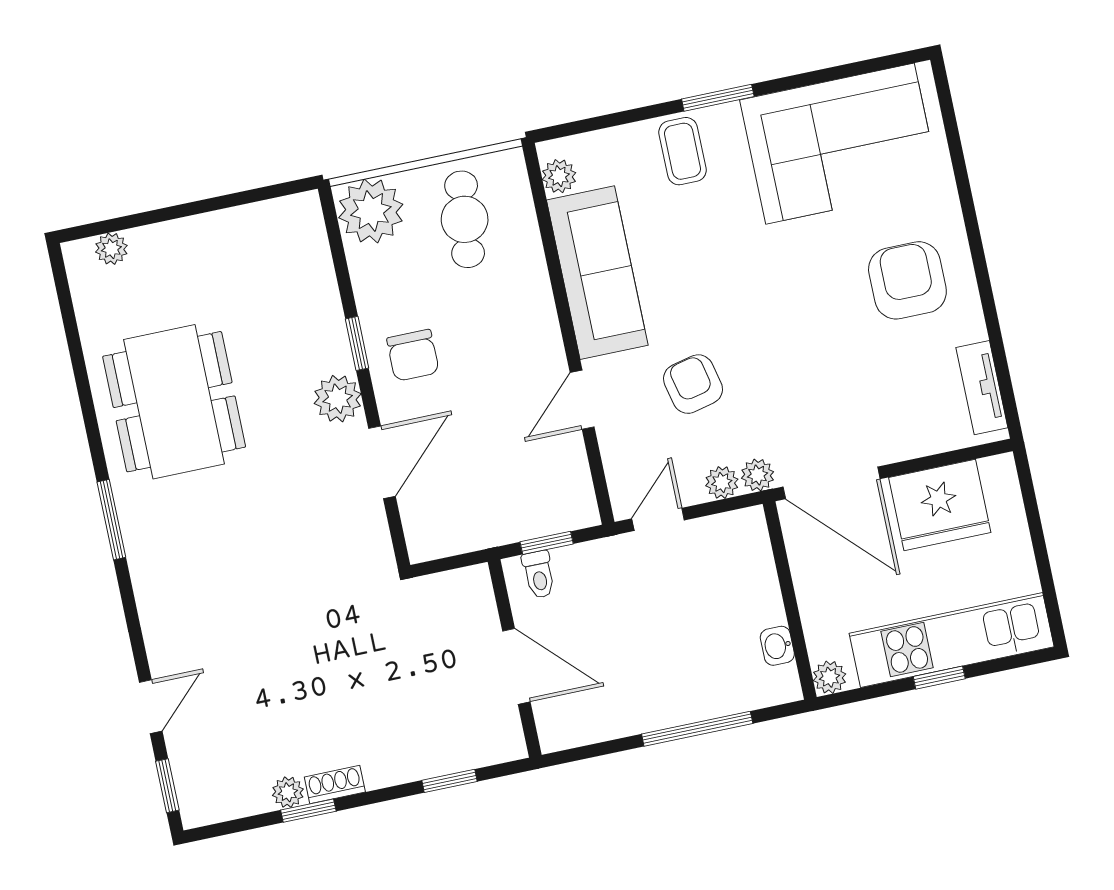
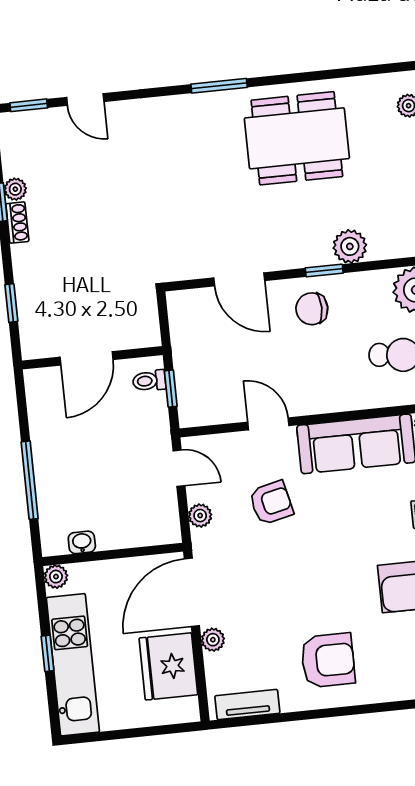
plant: (338, 399) -> (350, 246), moved
plant: (758, 475) -> (213, 640), moved

